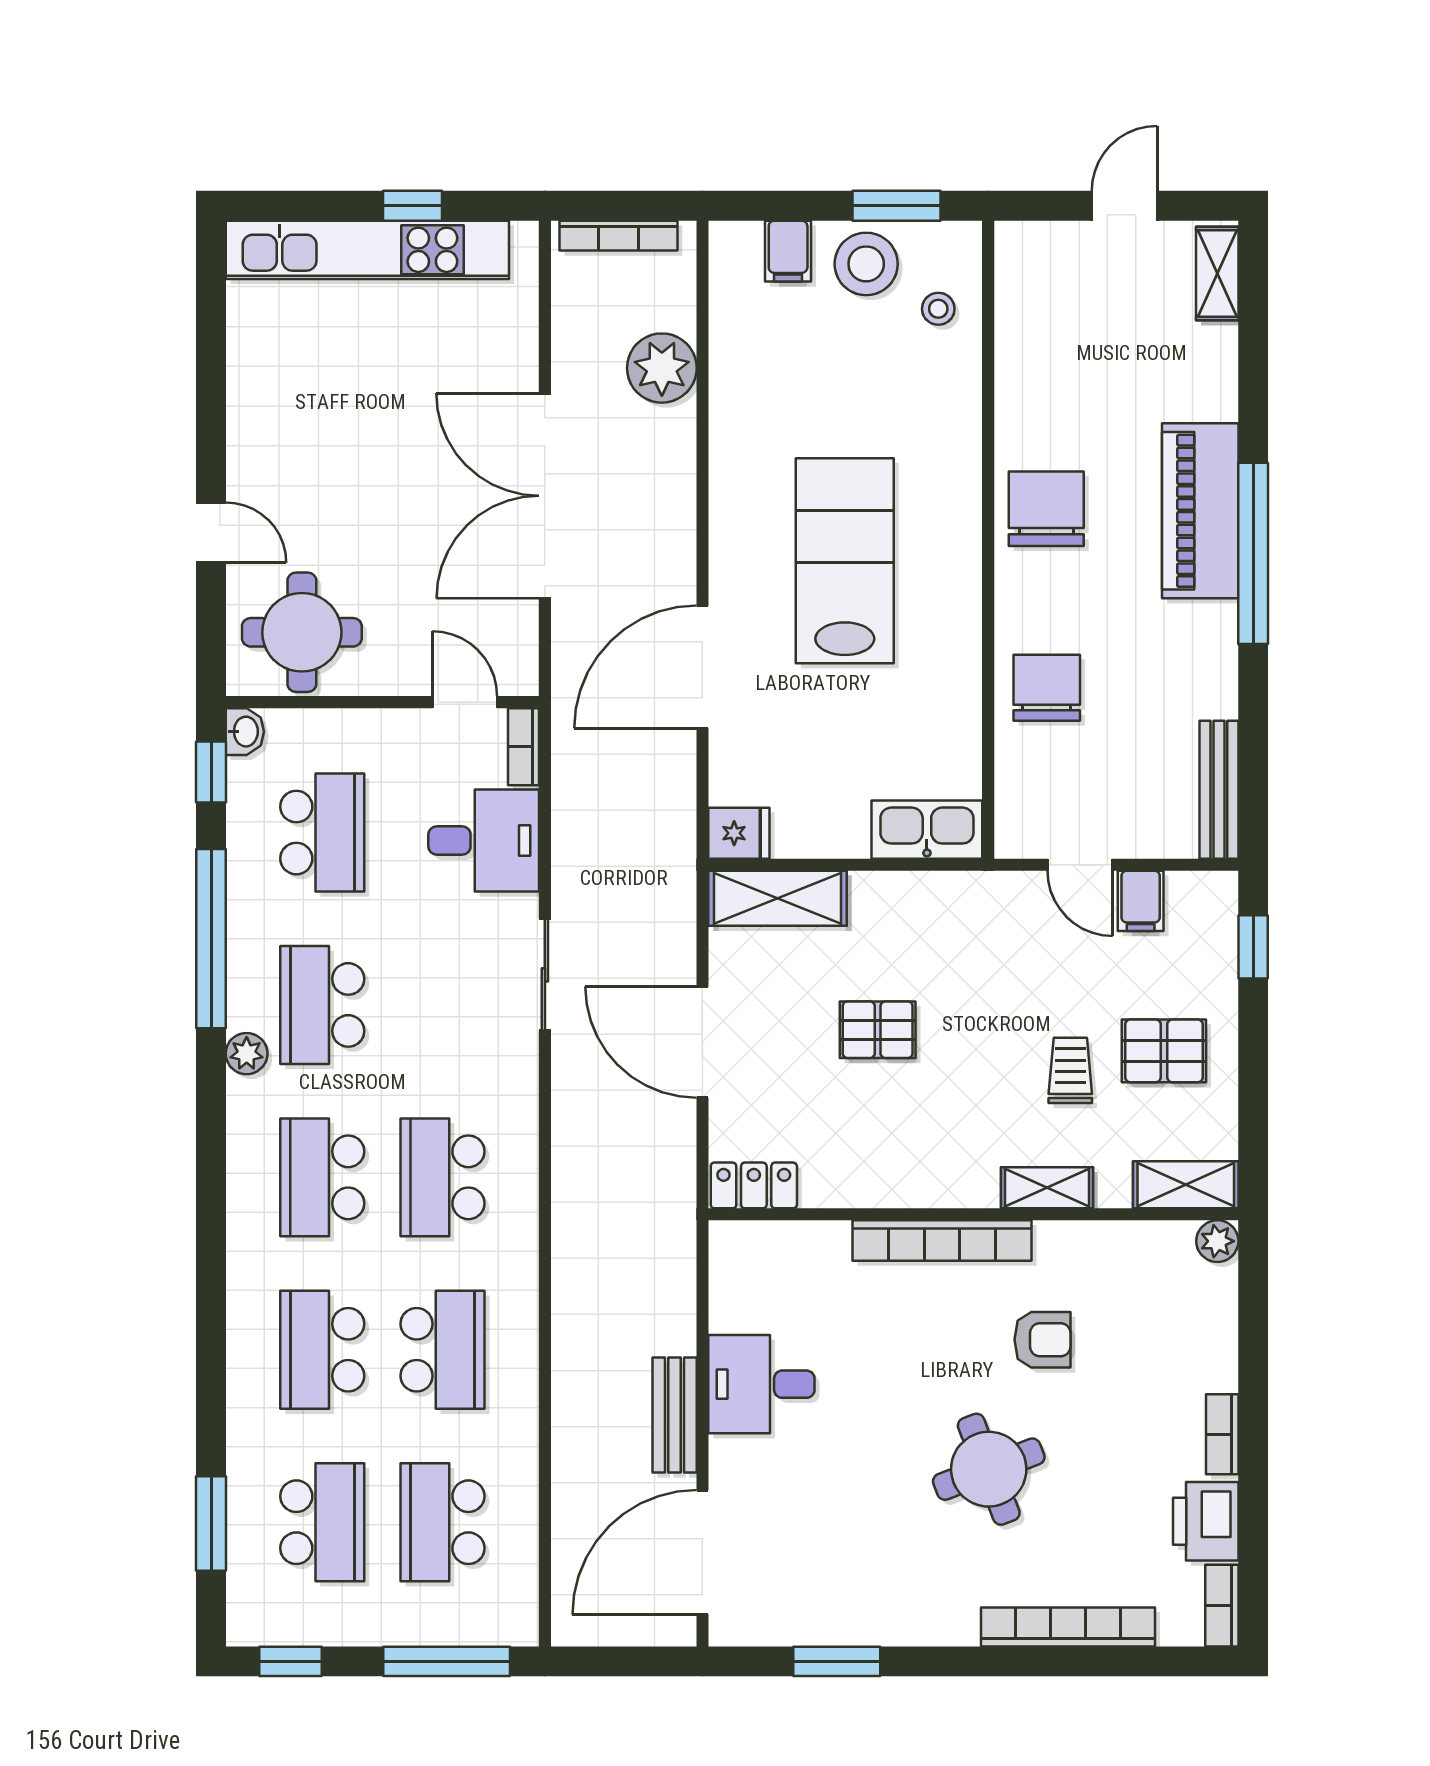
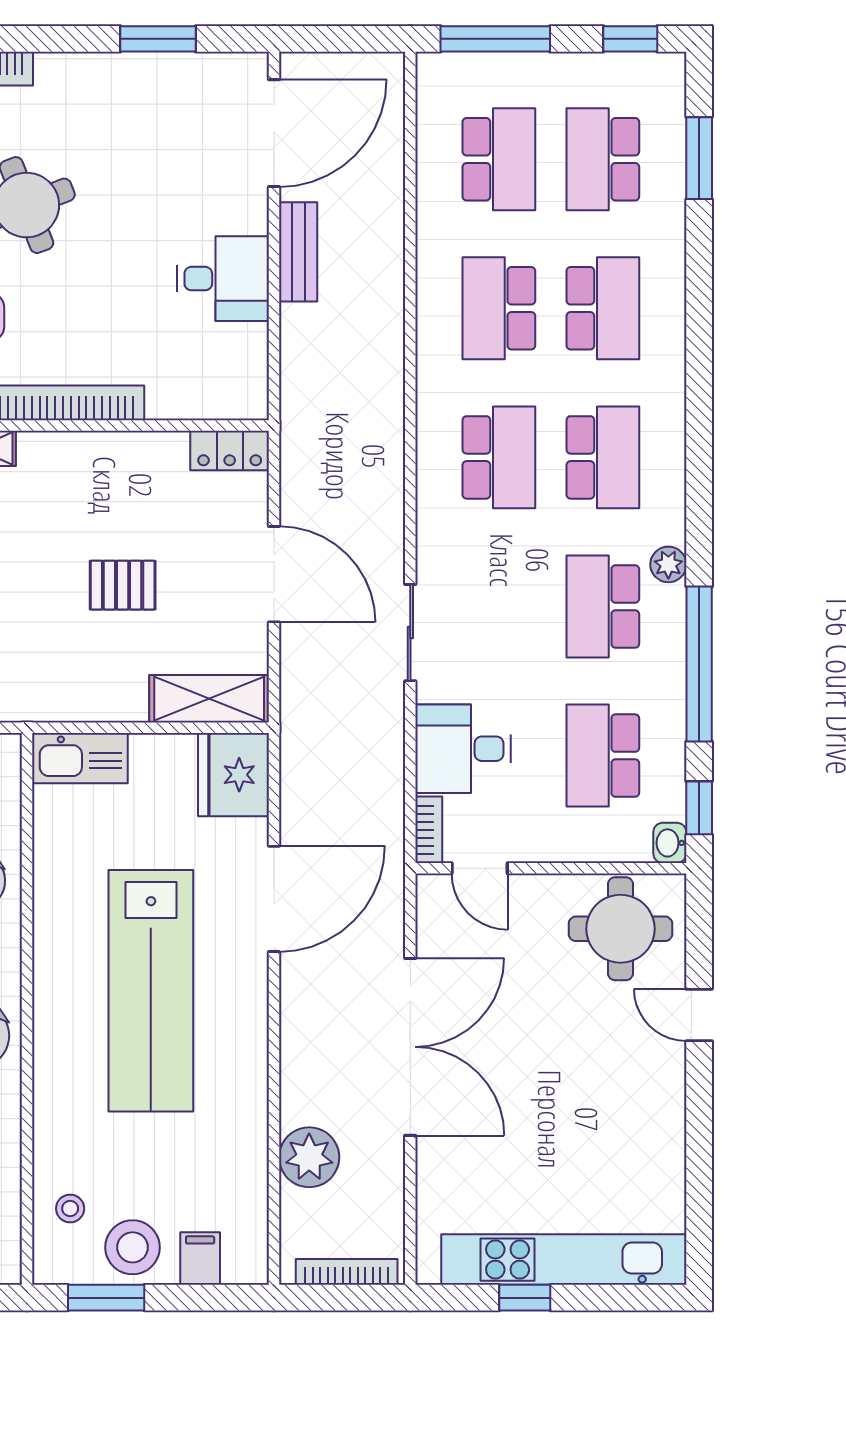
lab bench: (845, 561) -> (151, 991), width x1.36
fridge: (739, 833) -> (234, 775), width x1.88, depth x1.34
school desk: (322, 1005) -> (603, 606), turned 180

